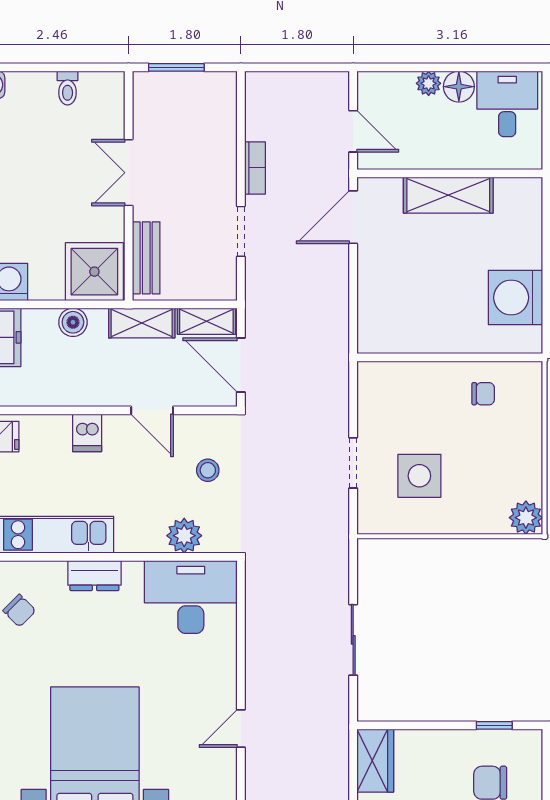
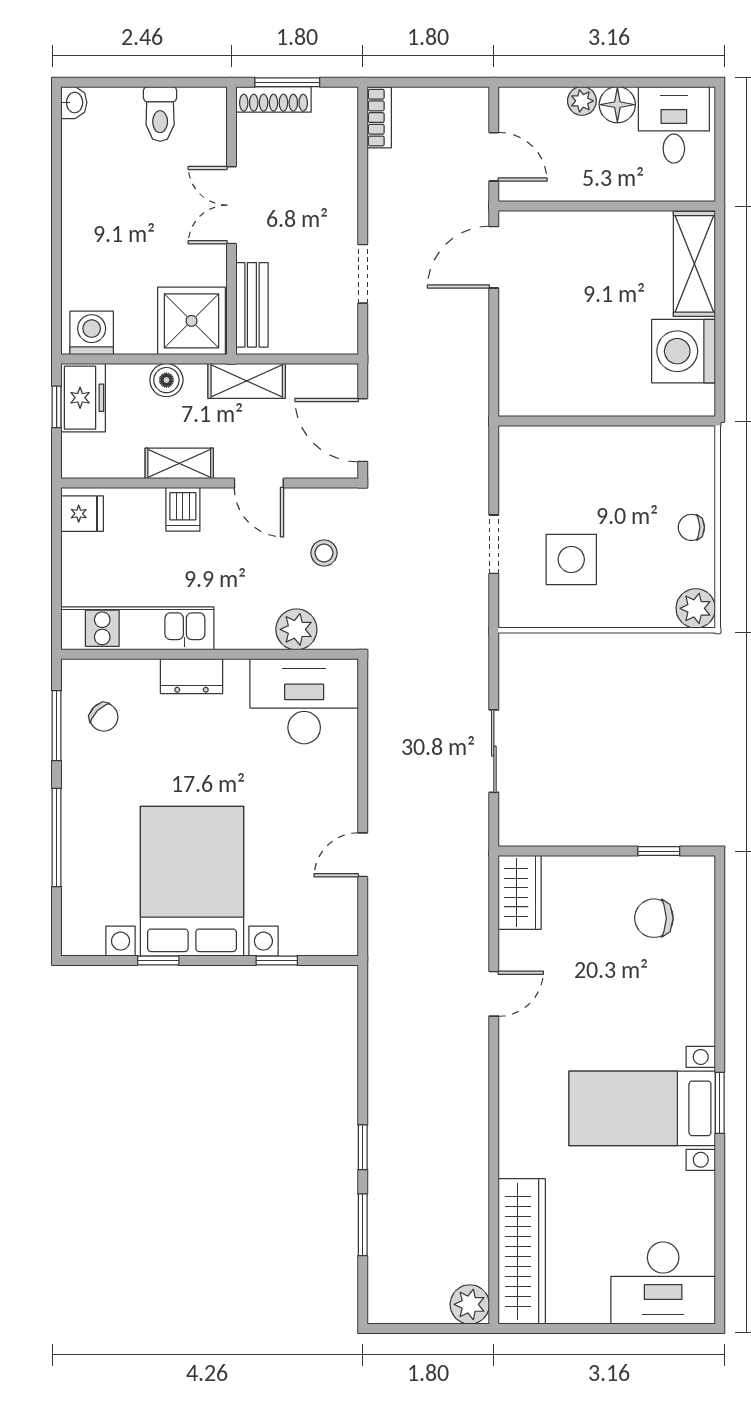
shoe rack: (165, 82) -> (273, 99), added
toilet: (68, 88) -> (160, 114), width x1.37, depth x1.39
bookcase: (255, 168) -> (379, 118), moved
shelving: (448, 195) -> (694, 264), moved, turned 90
shelving: (206, 321) -> (179, 463), moved
chair: (483, 394) -> (691, 527), moved, turned 180

